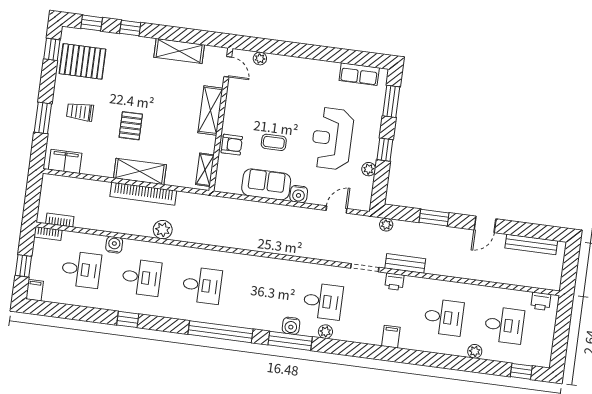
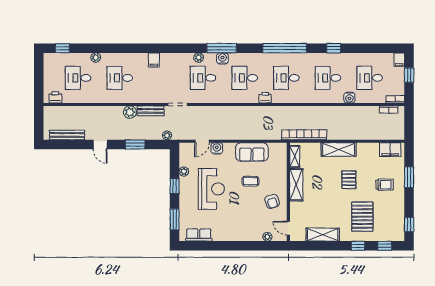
pallet: (83, 61) -> (362, 217), moved, turned 90
shelving: (210, 110) -> (296, 185), moved
armchair: (232, 145) -> (272, 201), moved, turned -107
bookcase: (143, 194) -> (304, 135), moved
water cooler: (299, 194) -> (217, 148), moved
door: (485, 224) -> (100, 144), swing flipped
plant: (163, 230) -> (130, 112), moved
printer: (394, 282) -> (265, 98), moved
desk: (262, 293) -> (245, 78), added
window: (220, 332) -> (285, 48), moved

